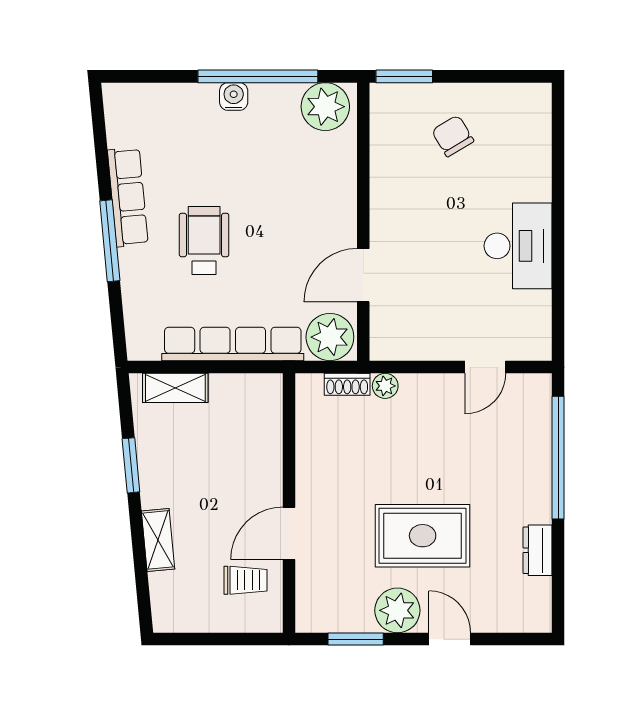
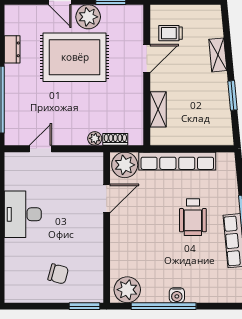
chair: (453, 136) -> (58, 274), turned -44
shelving: (175, 388) -> (158, 109), moved, turned 90
rug: (423, 536) -> (75, 57), width x1.37, depth x1.44

